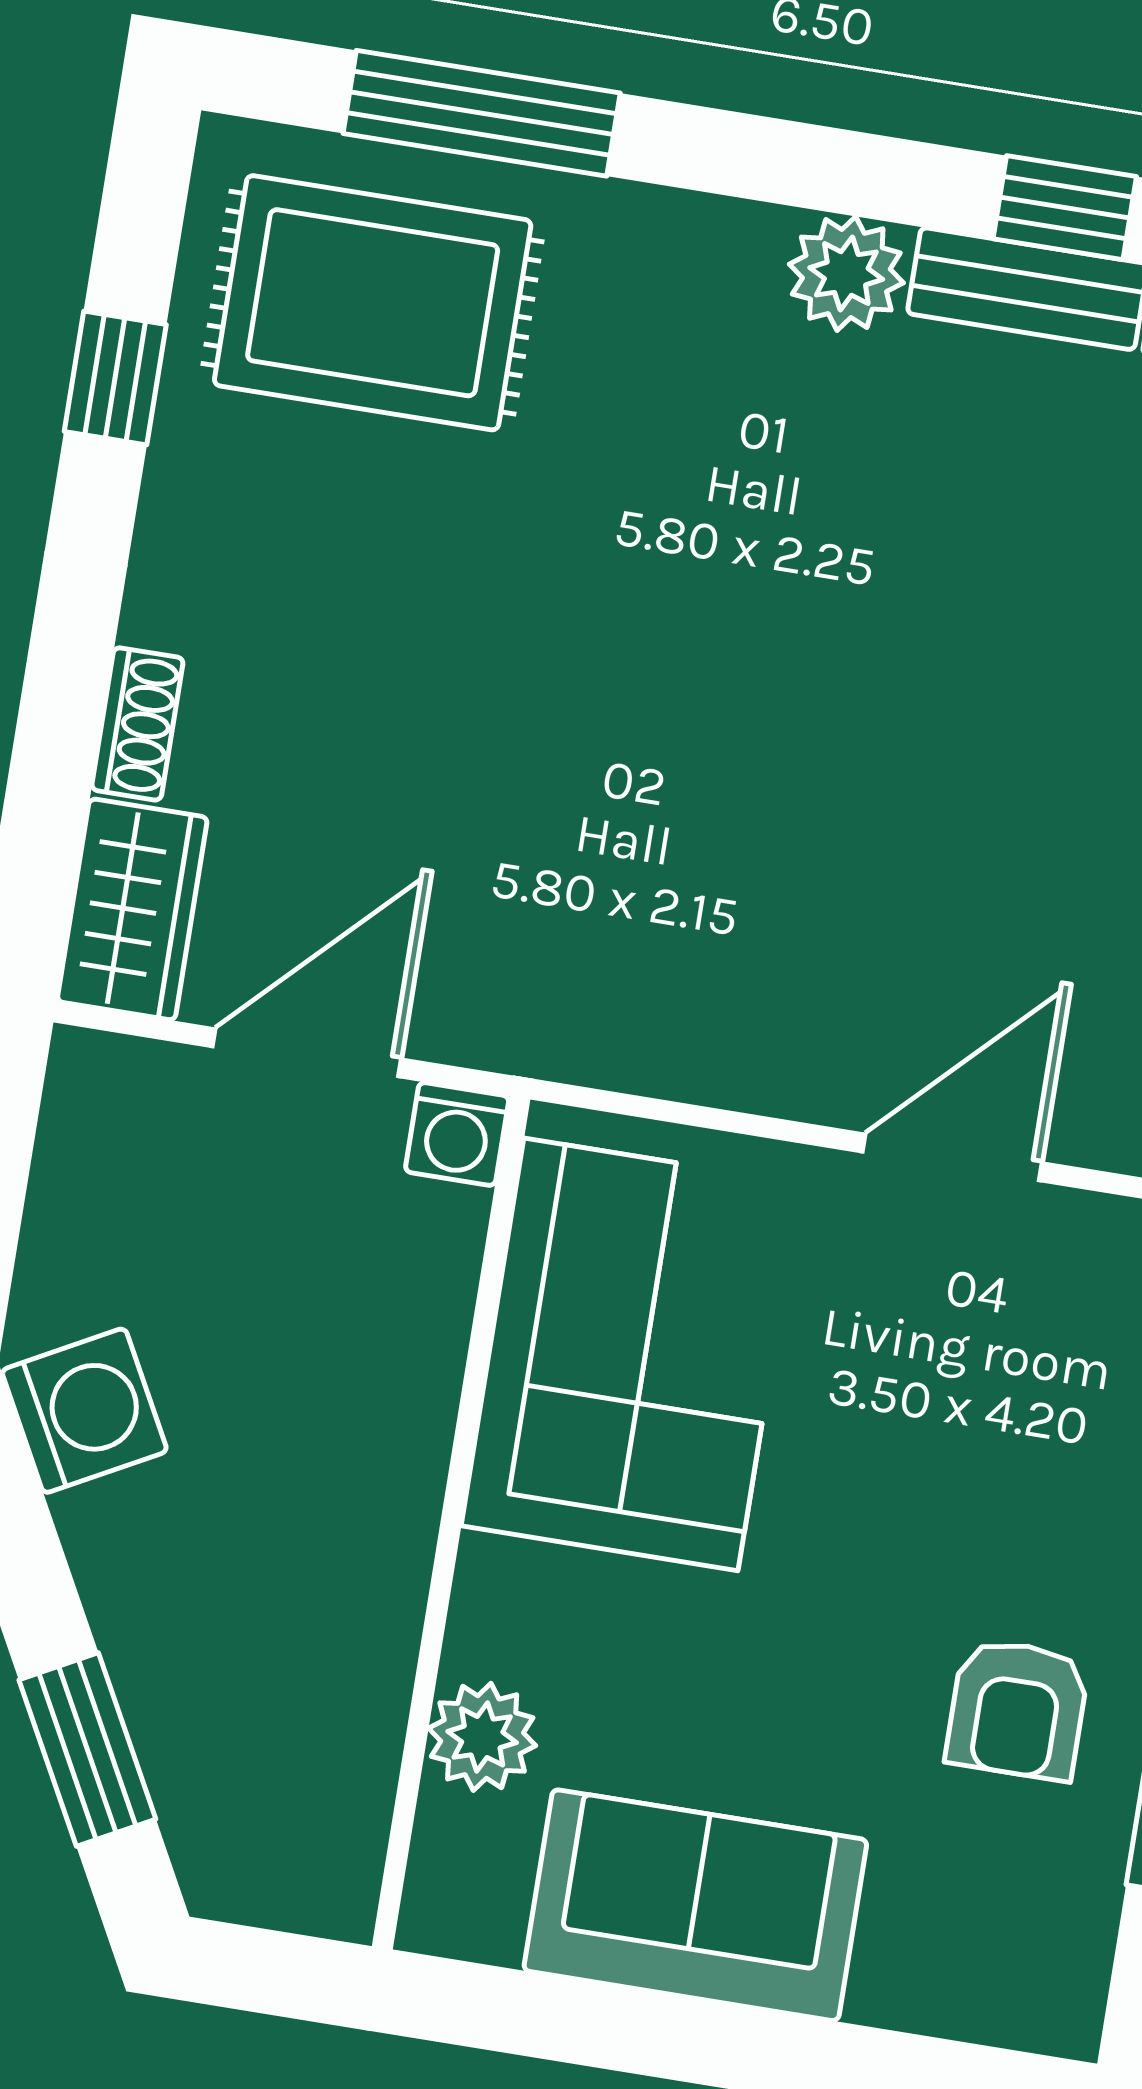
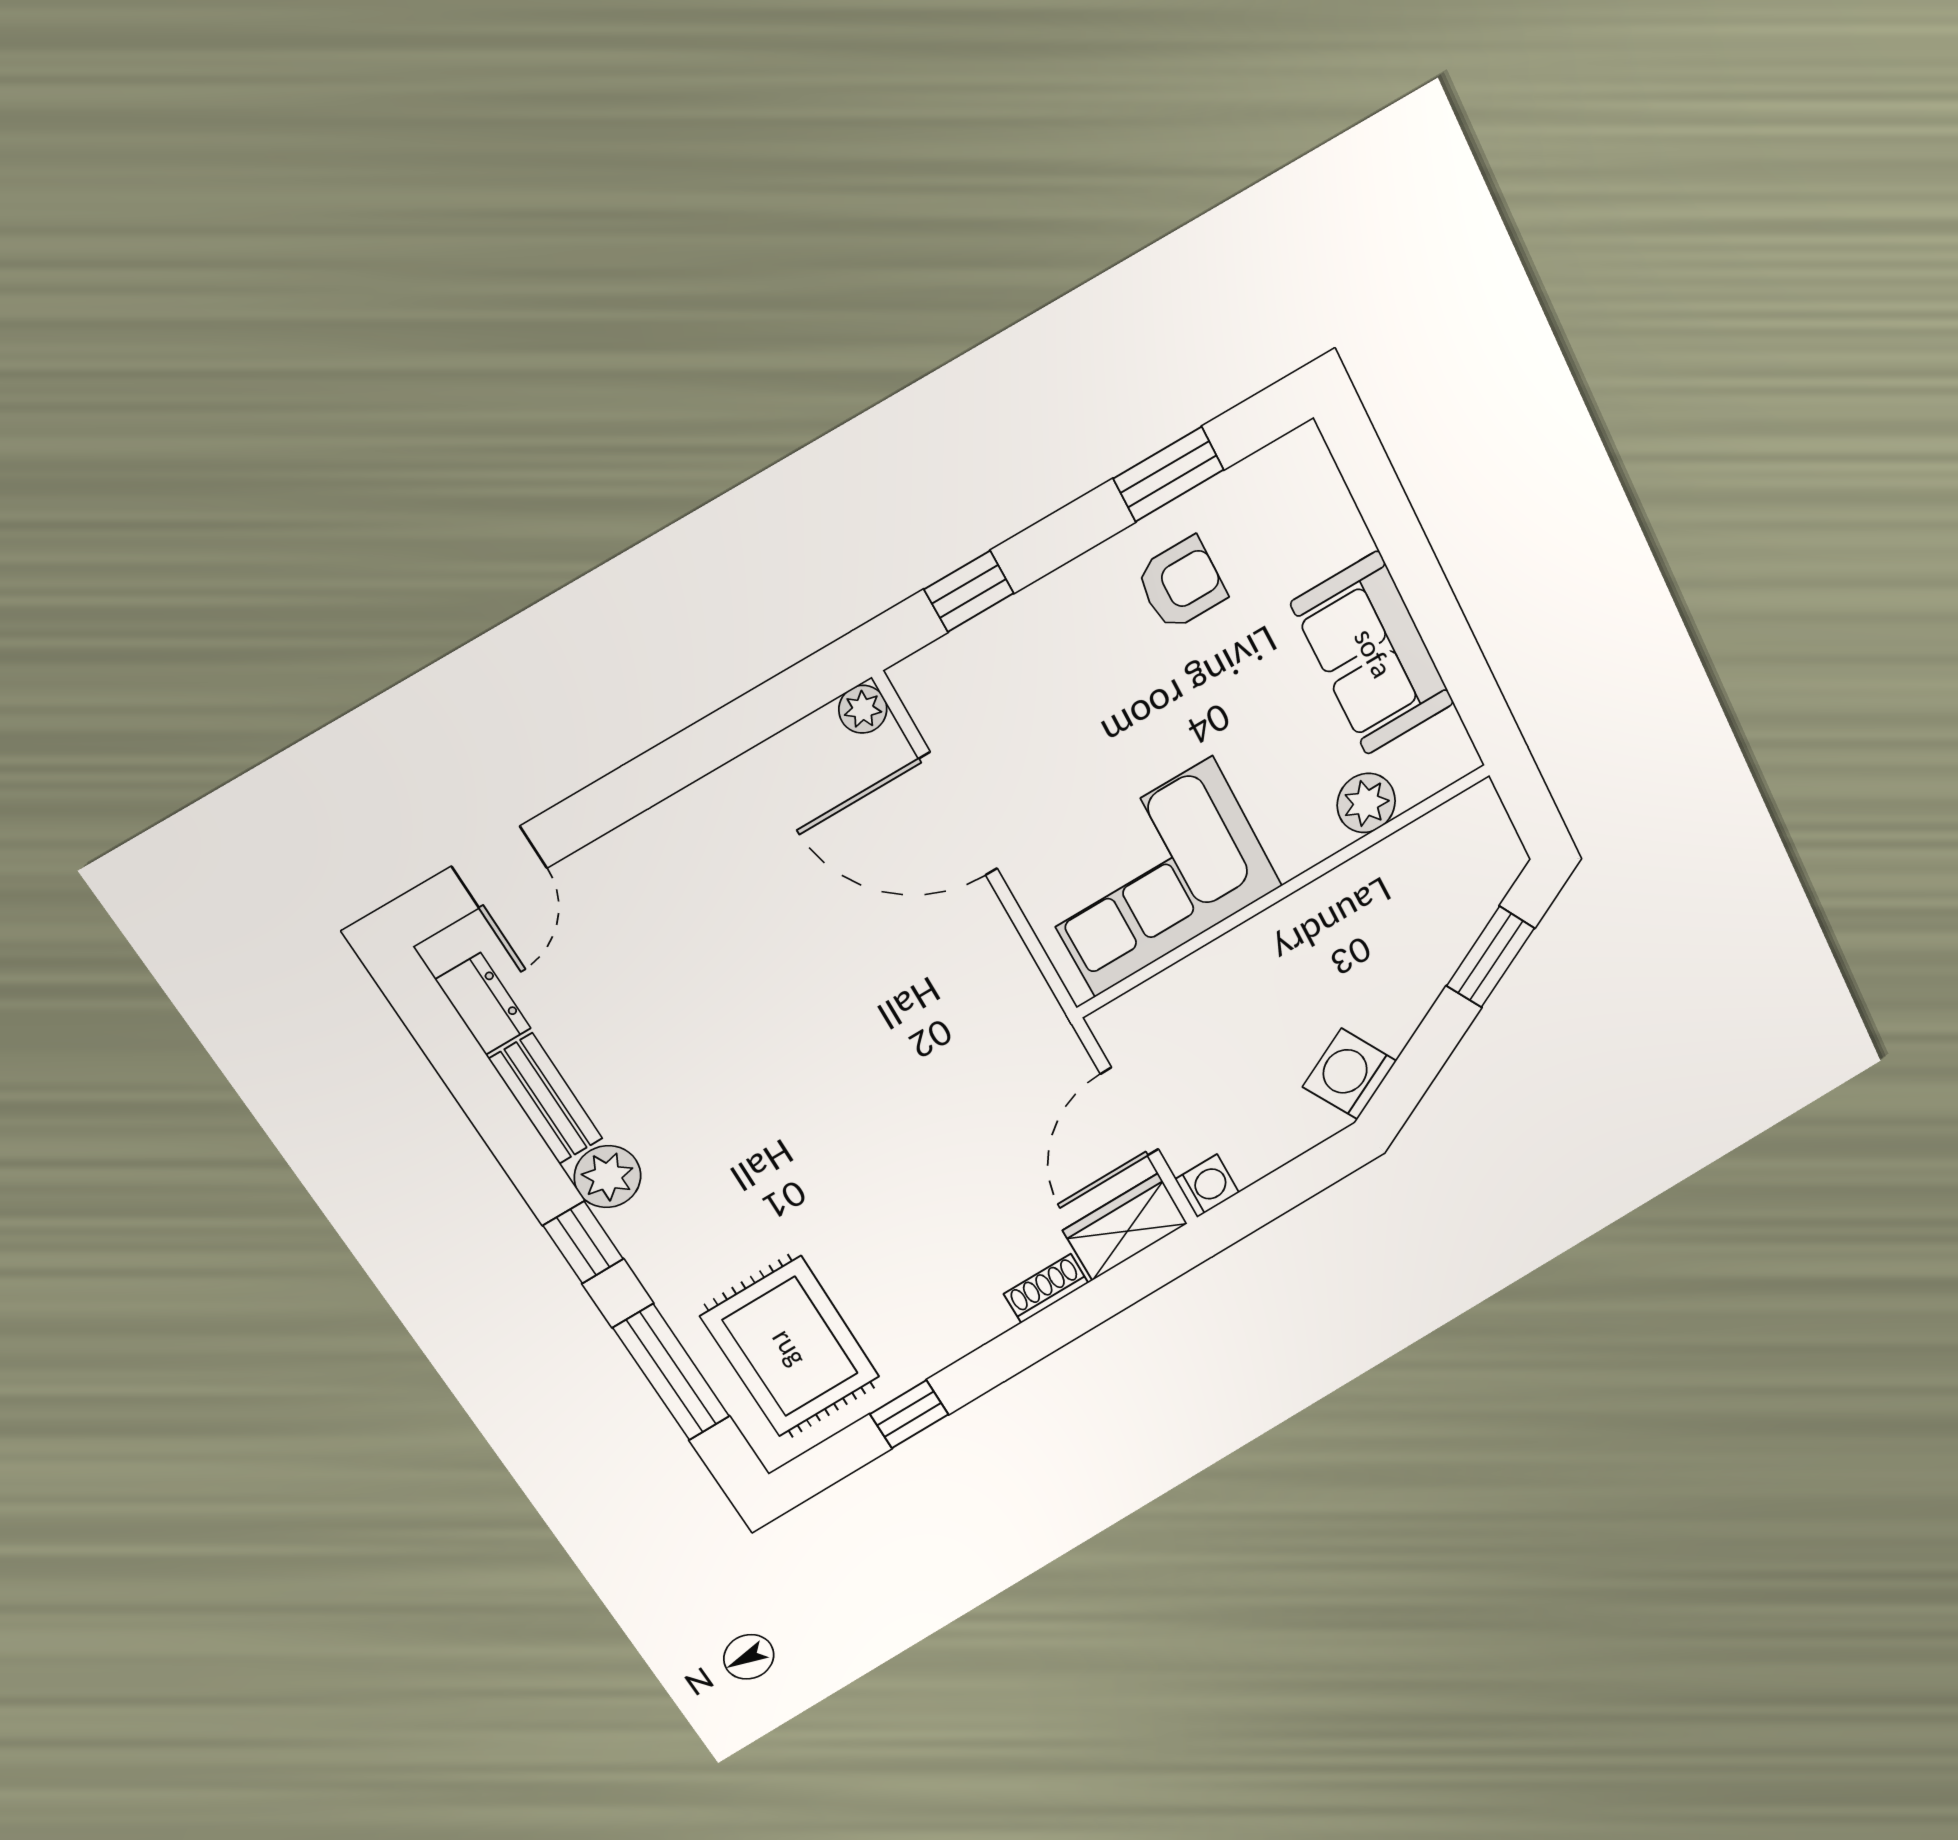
window: (1065, 208) -> (583, 1242), moved
door: (307, 1053) -> (1130, 1112), hinge flipped
washing machine: (457, 1134) -> (1207, 1186), moved
door: (952, 1157) -> (958, 814), width x1.36

